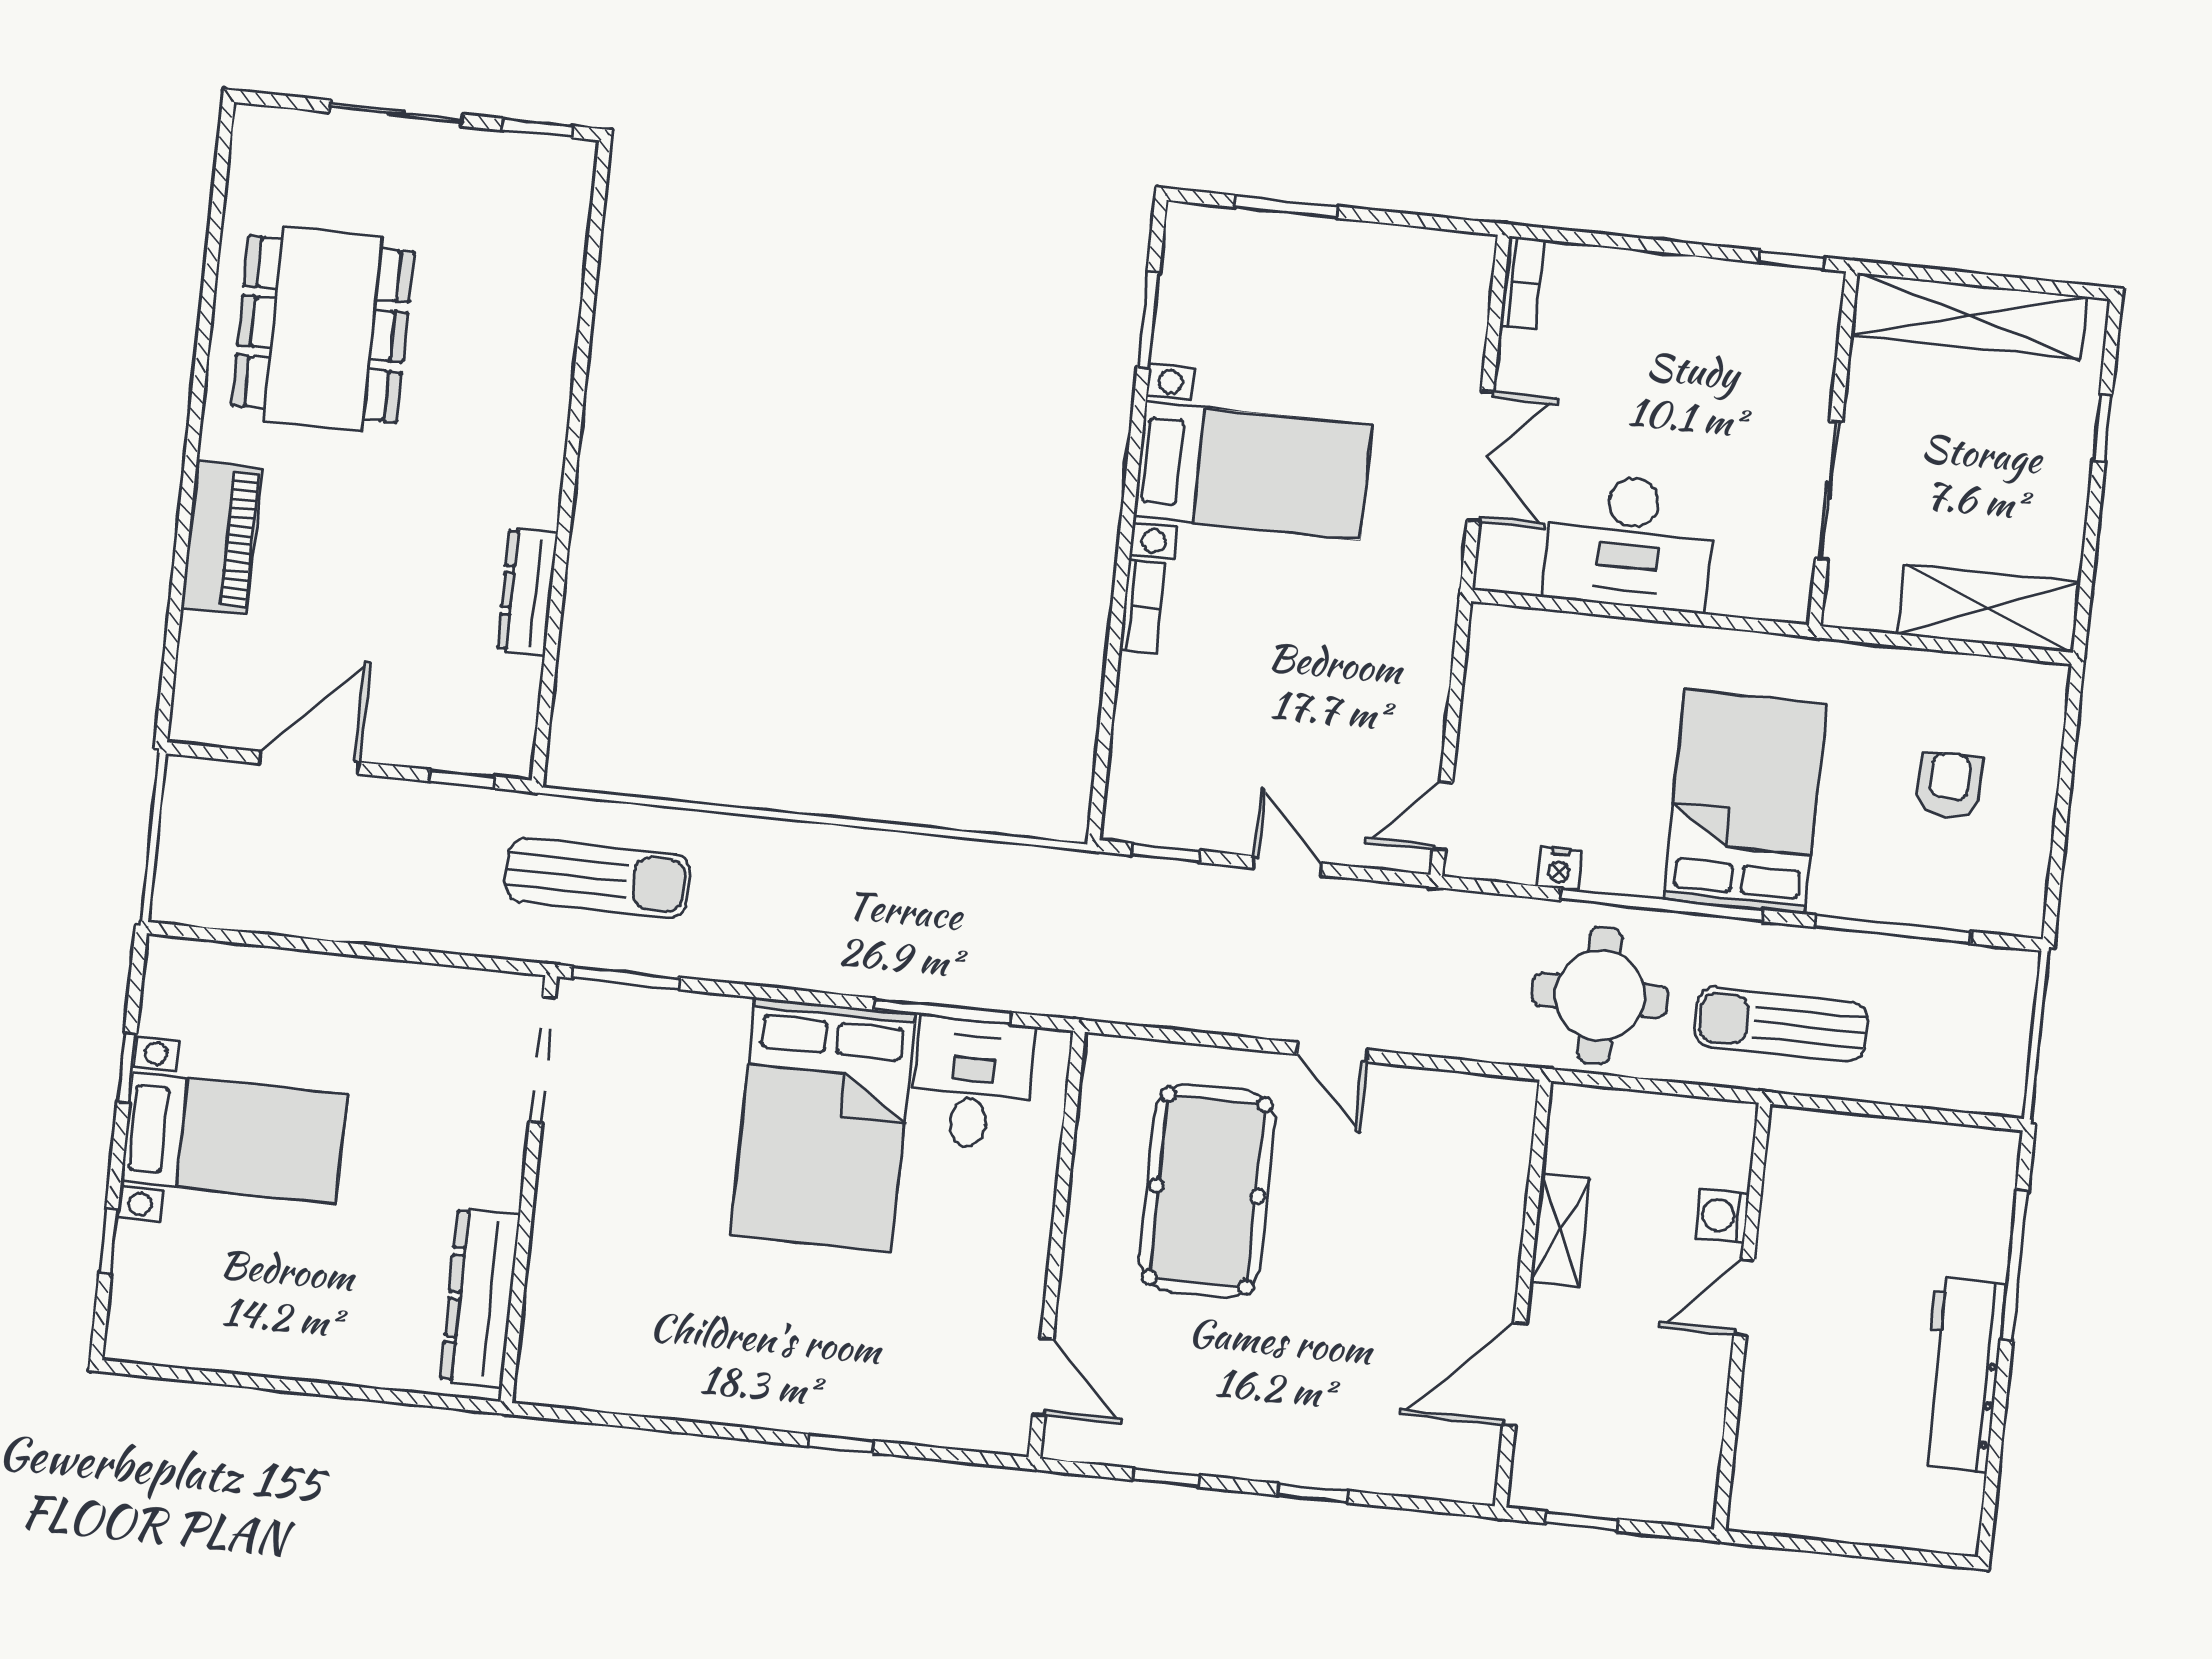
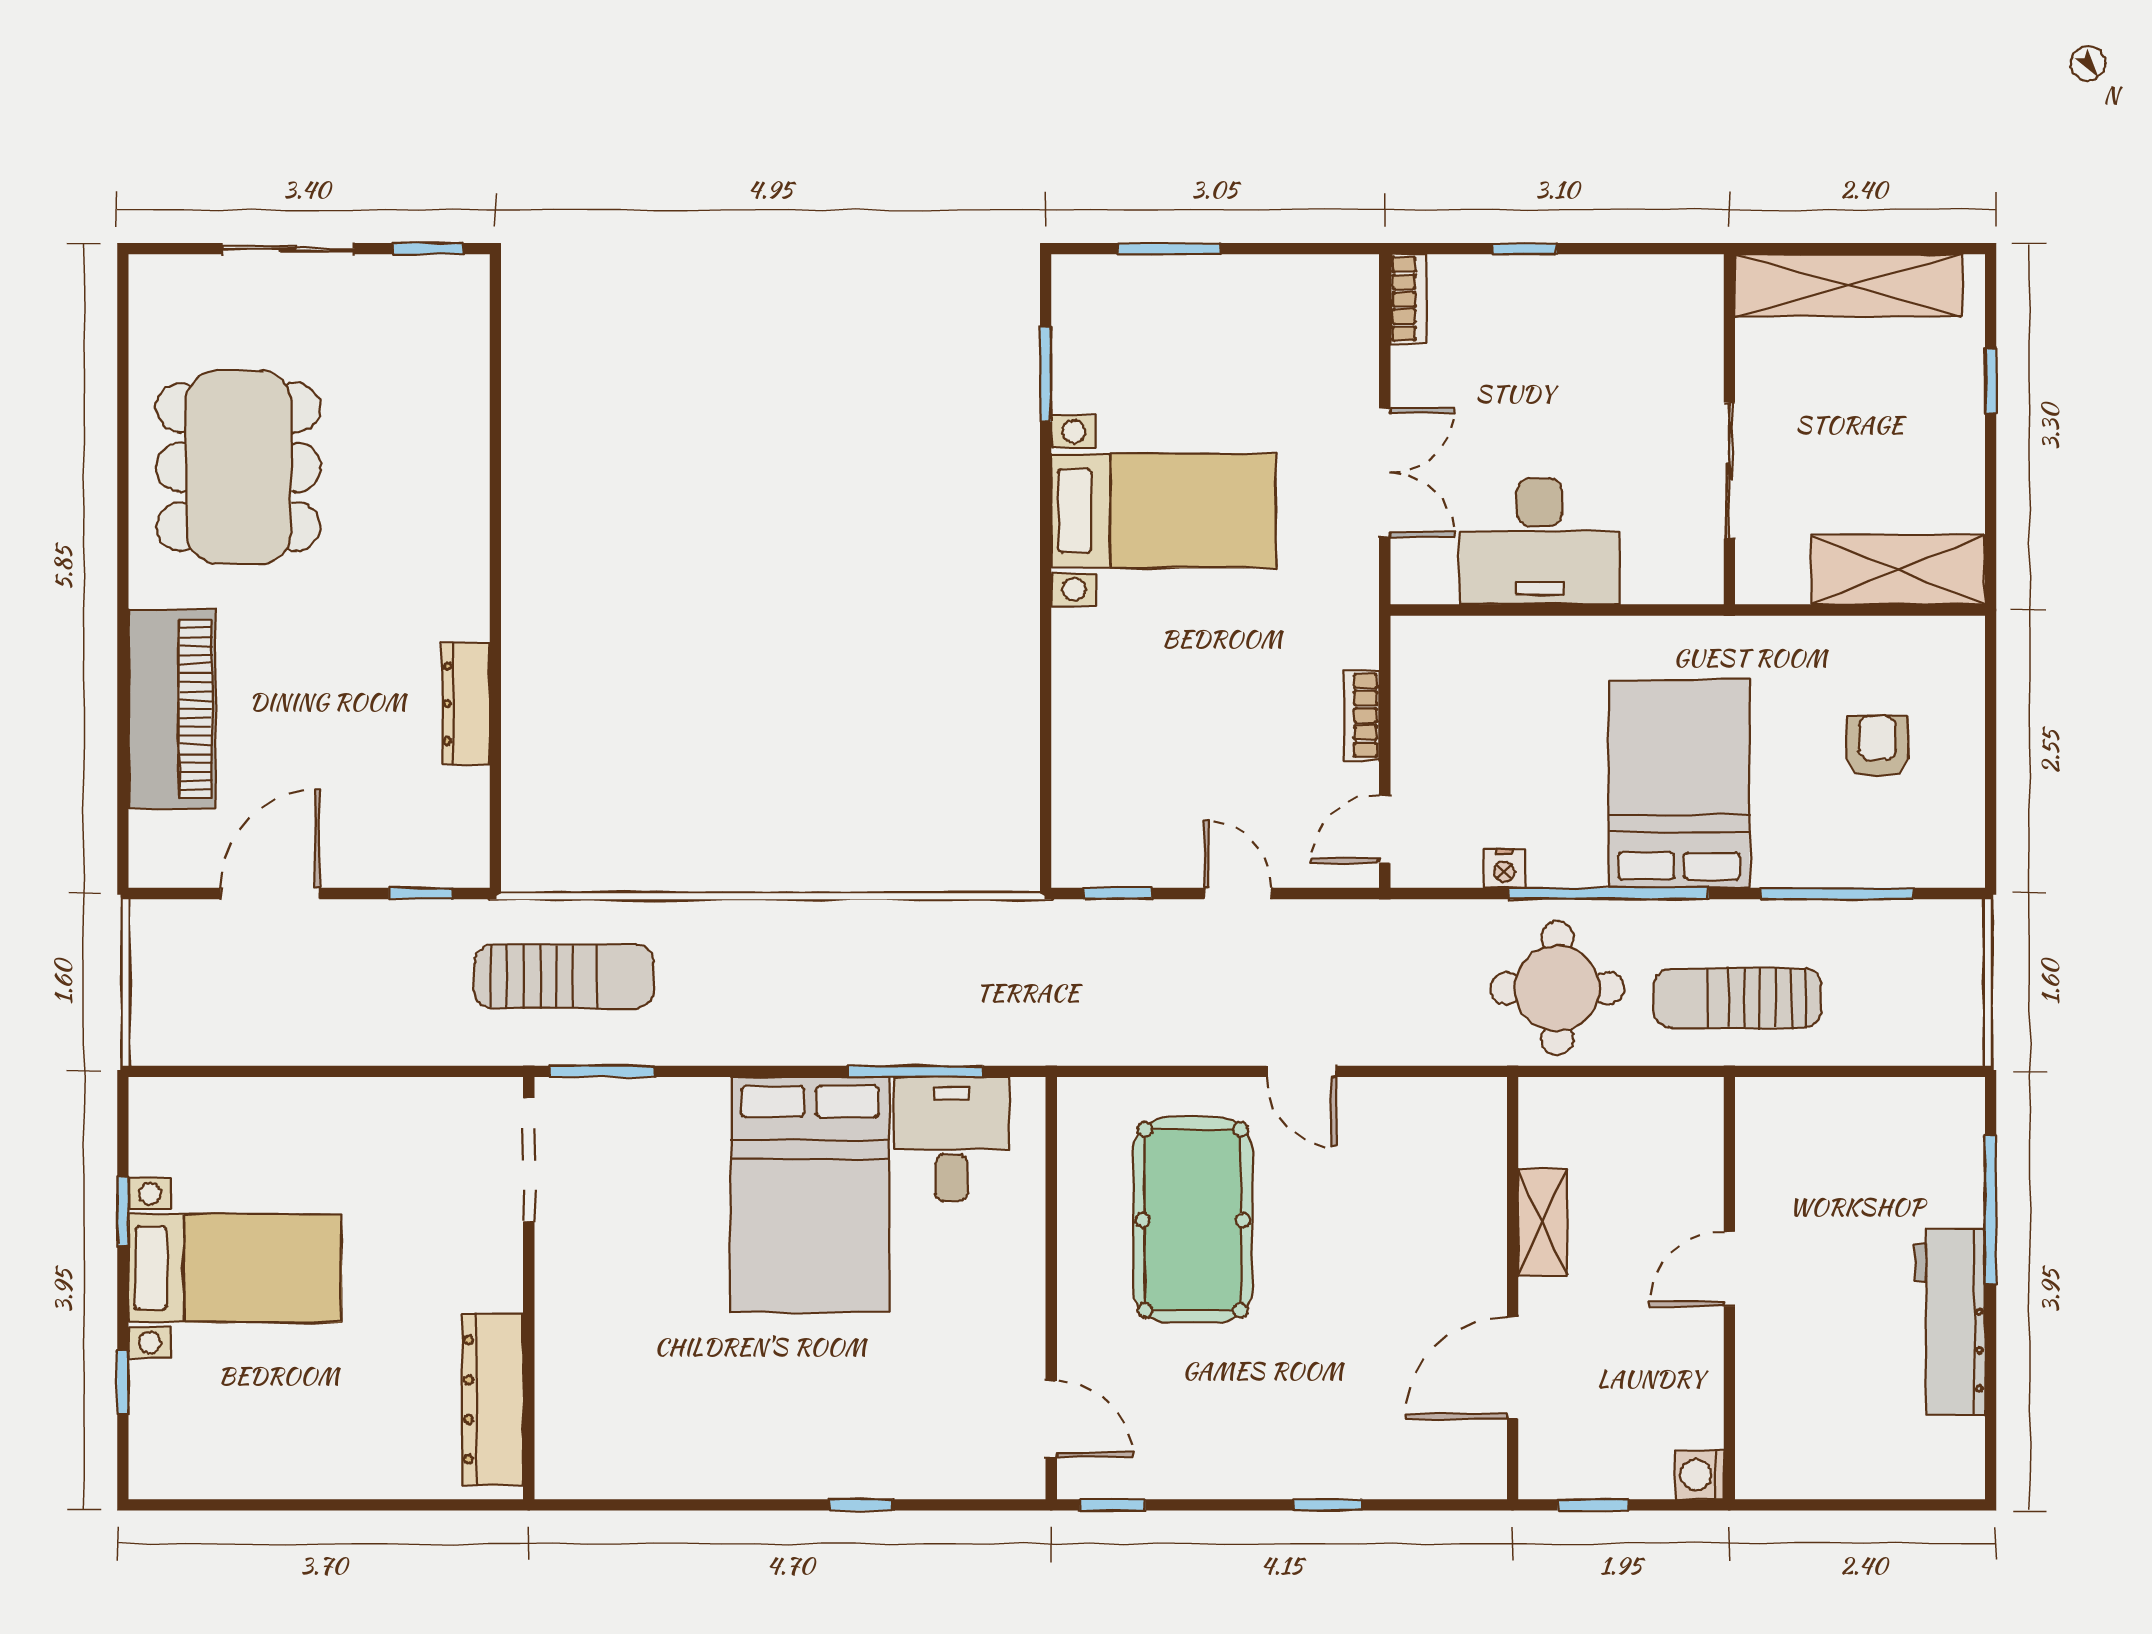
window: (1792, 260) -> (1525, 249), moved
piano: (222, 538) -> (172, 709), width x1.37, depth x1.33
bookcase: (1142, 606) -> (1361, 715), moved, turned 180
washing machine: (1722, 1216) -> (1699, 1475), moved
window: (1166, 1478) -> (1113, 1505), moved

